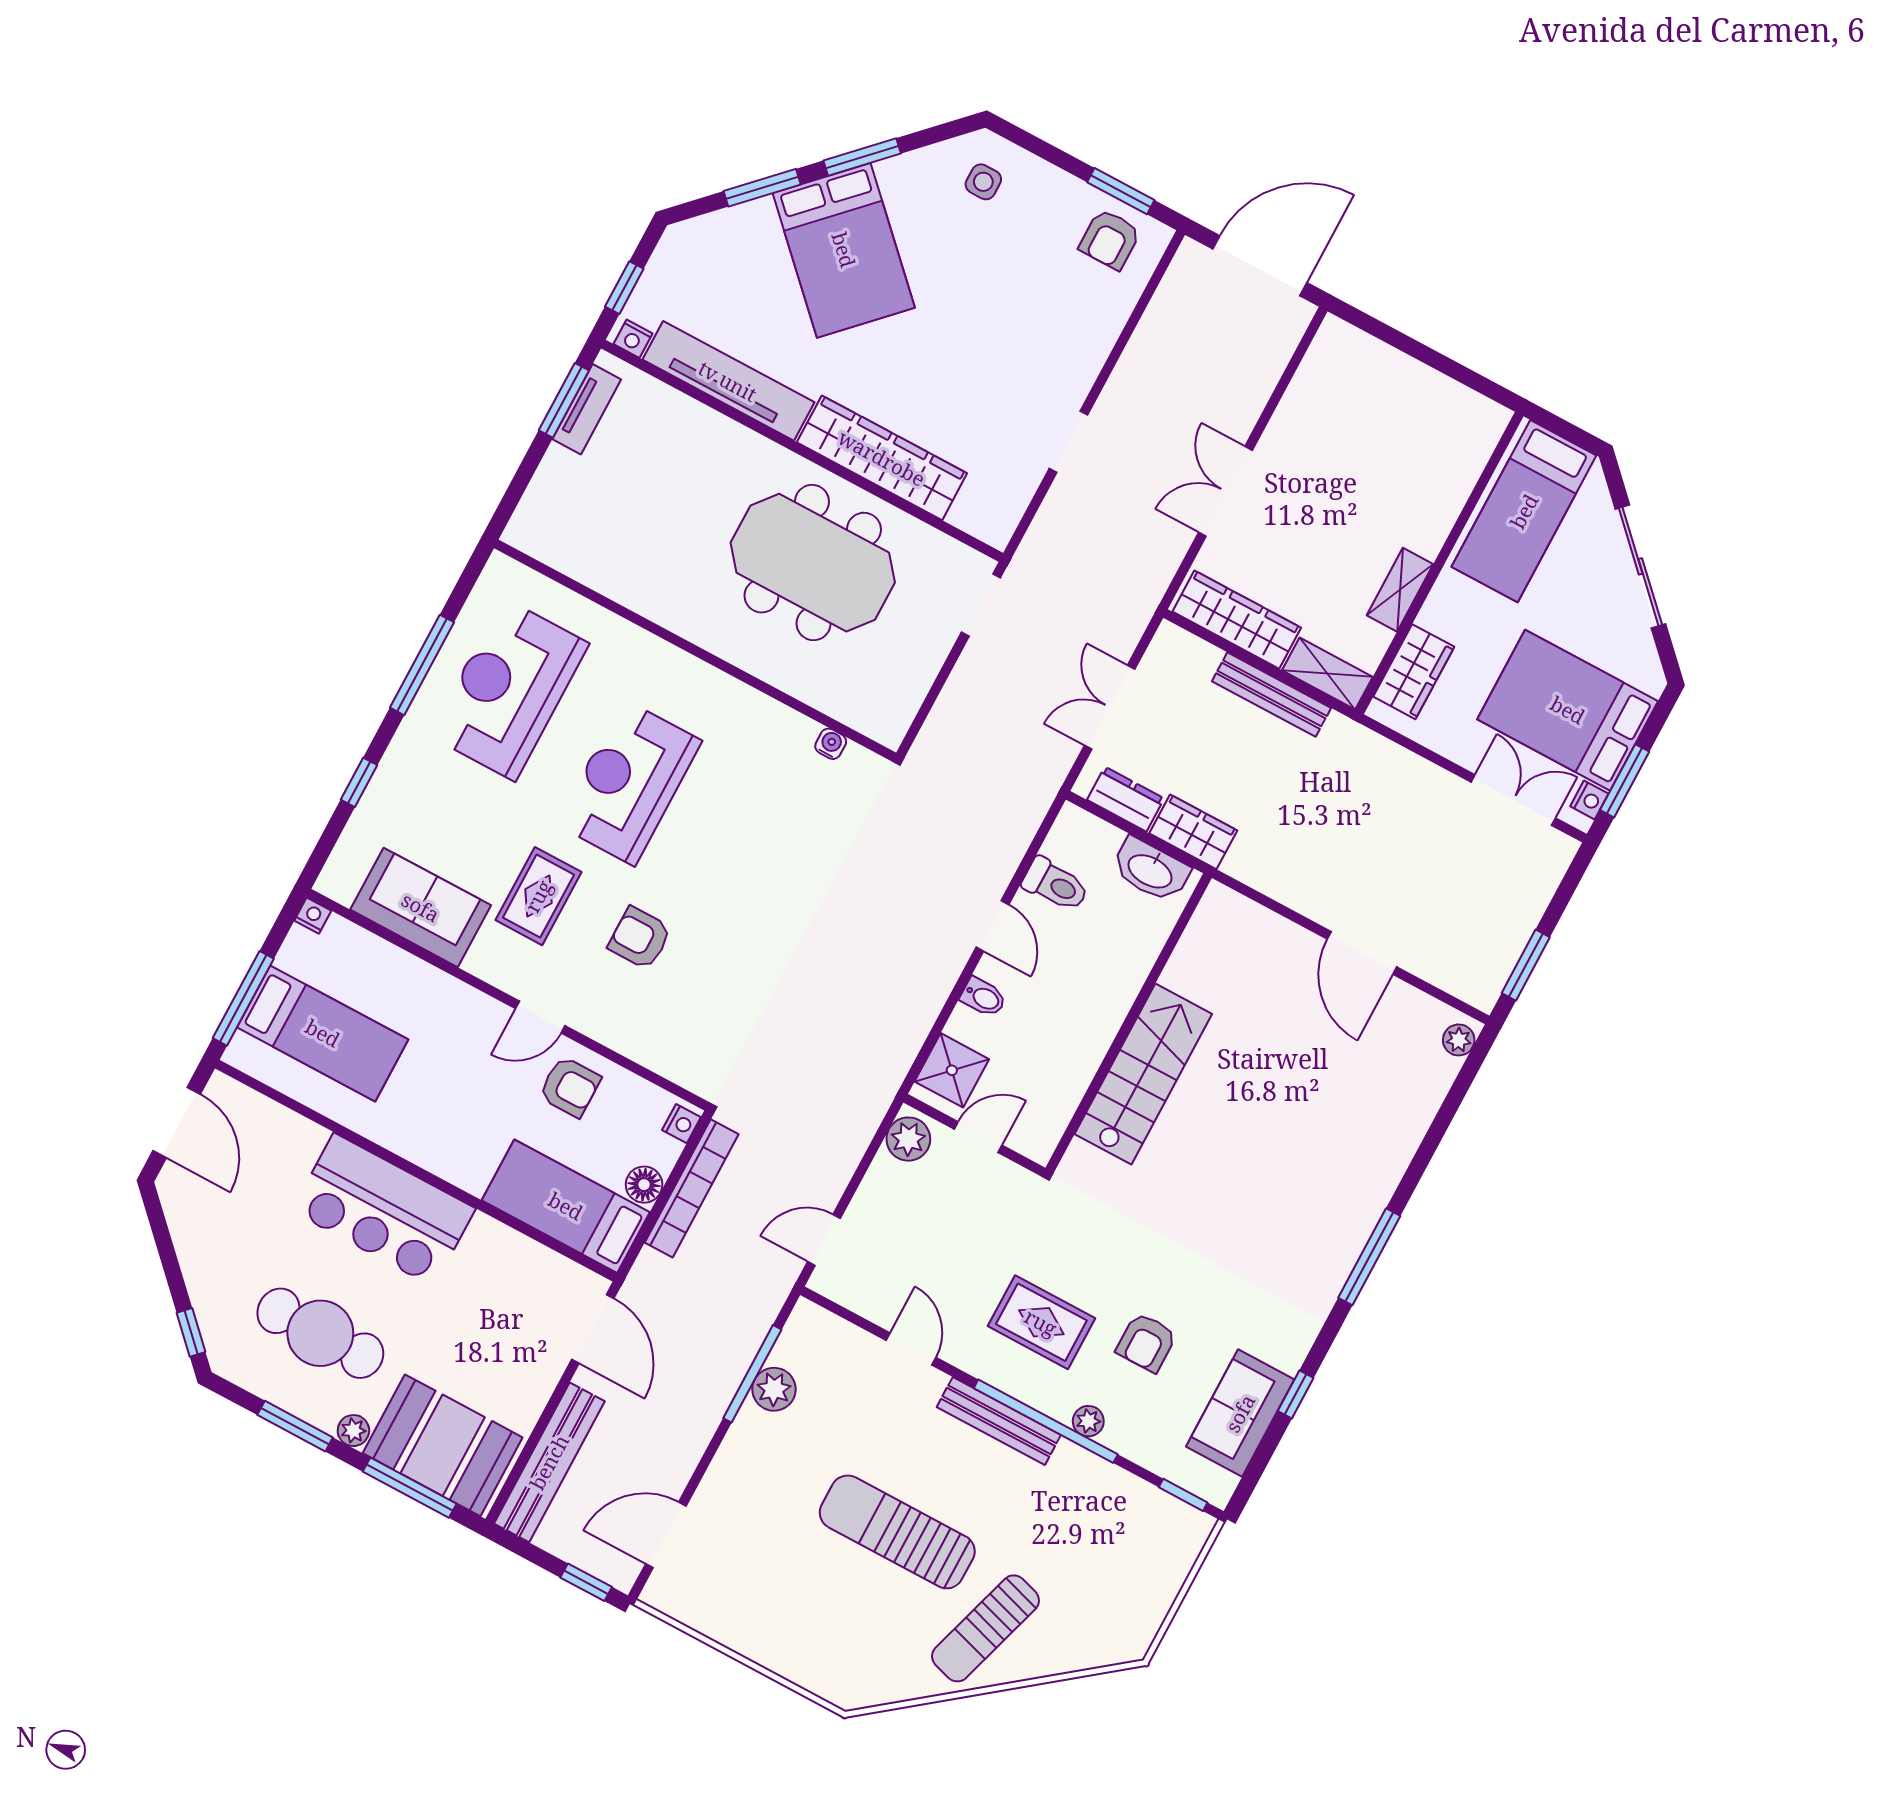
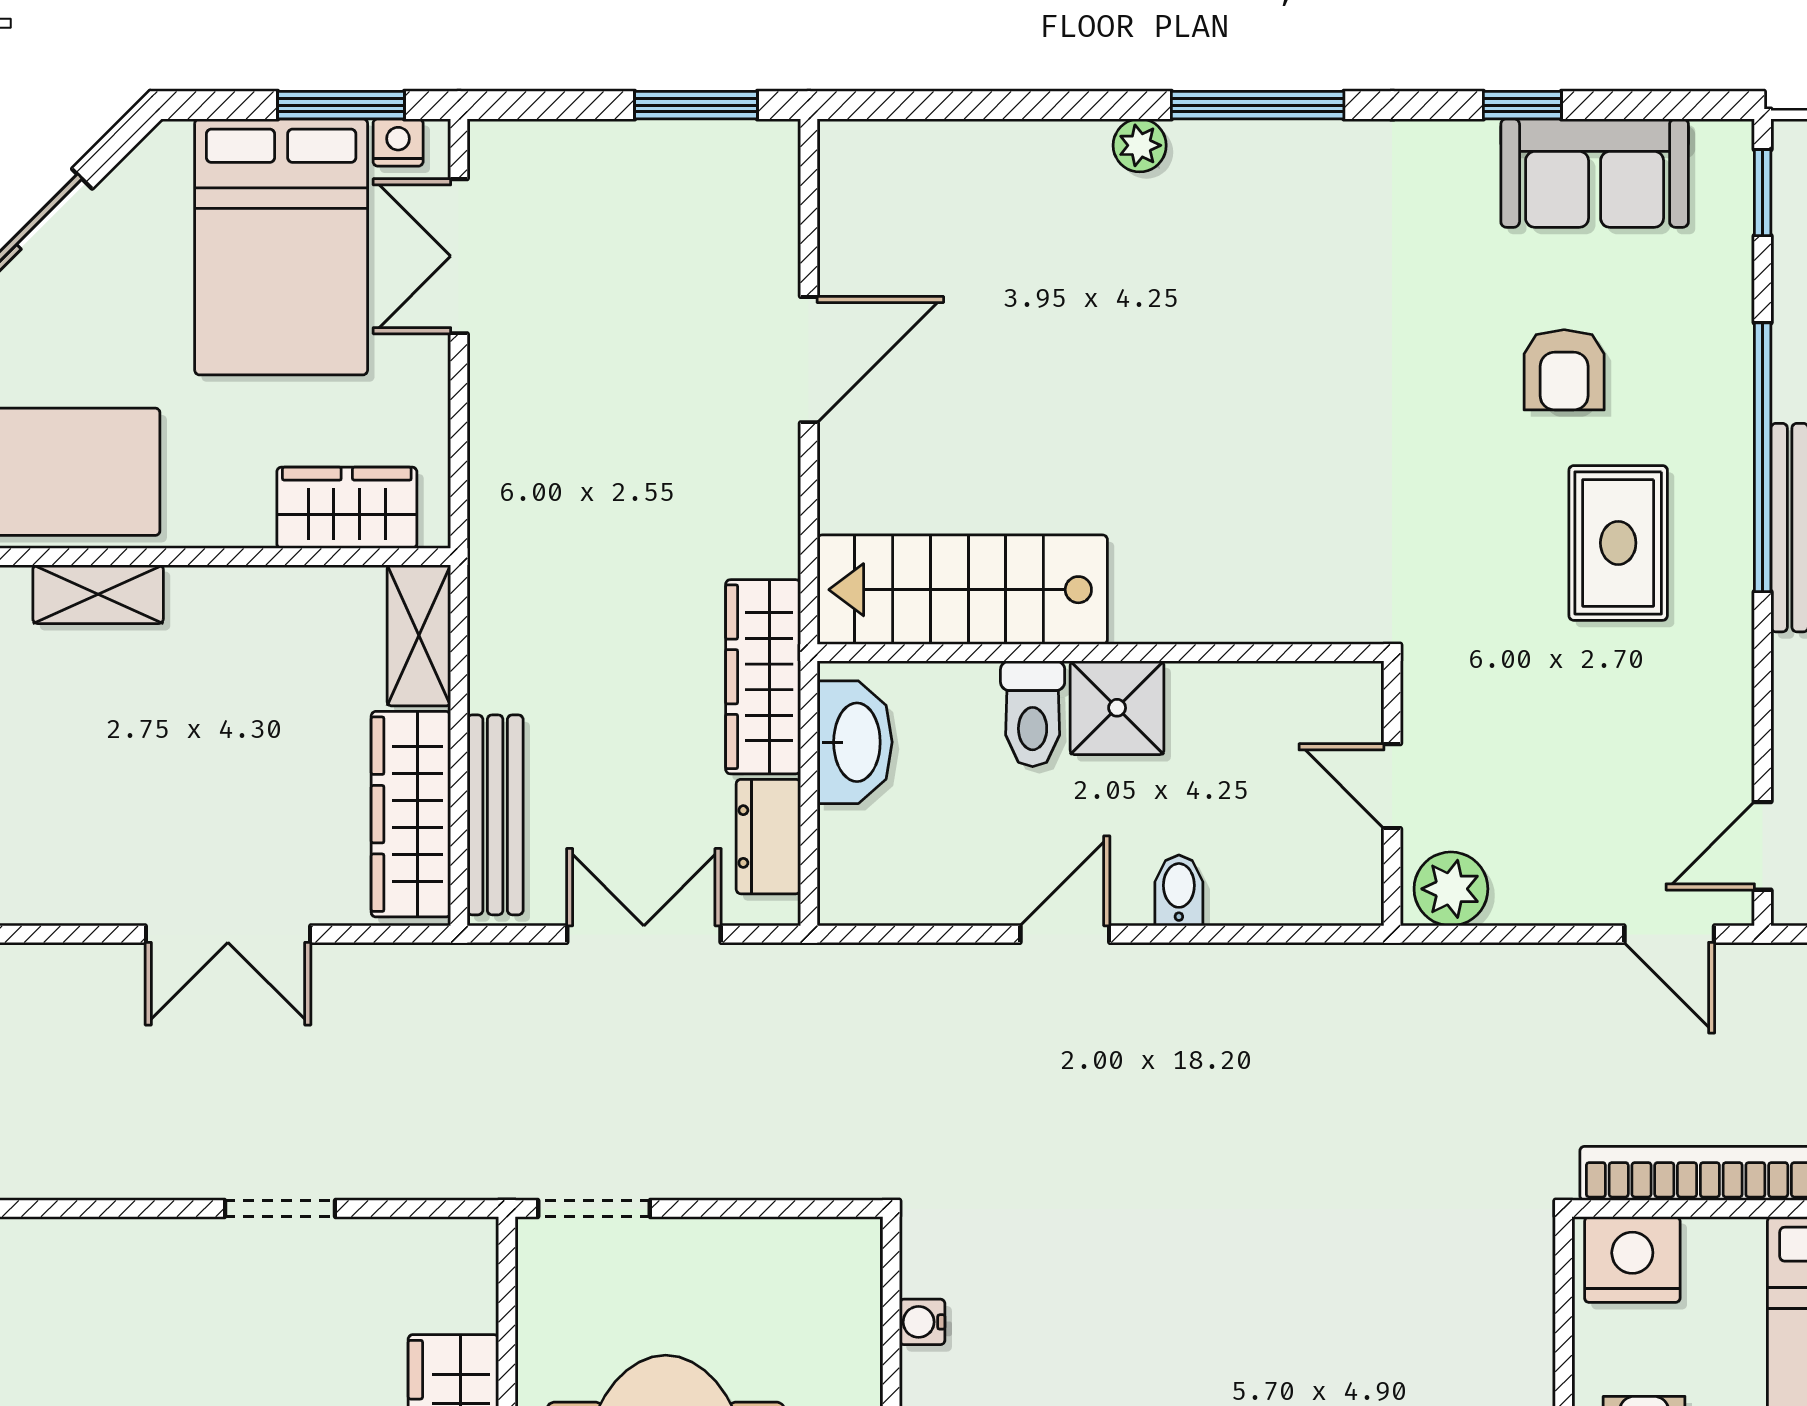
shelving: (1400, 590) -> (98, 594), moved
bench: (1272, 695) -> (495, 815), moved
double door: (1110, 707) -> (644, 934), swing flipped
wardrobe: (1193, 832) -> (763, 677), width x1.50
toilet: (1055, 885) -> (1033, 714), moved, turned 180
plant: (1459, 1040) -> (1140, 145), moved
shower: (952, 1070) -> (1117, 708), moved
stairs: (1143, 1074) -> (962, 590), moved
nightstand: (681, 1124) -> (1632, 1260), width x1.89, depth x1.79
floor lamp: (644, 1185) -> (1731, 1248), removed
armchair: (1146, 1342) -> (1564, 370), turned 90
door: (911, 1349) -> (1763, 846), moved
plant: (1088, 1421) -> (1728, 394), removed

